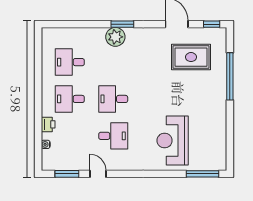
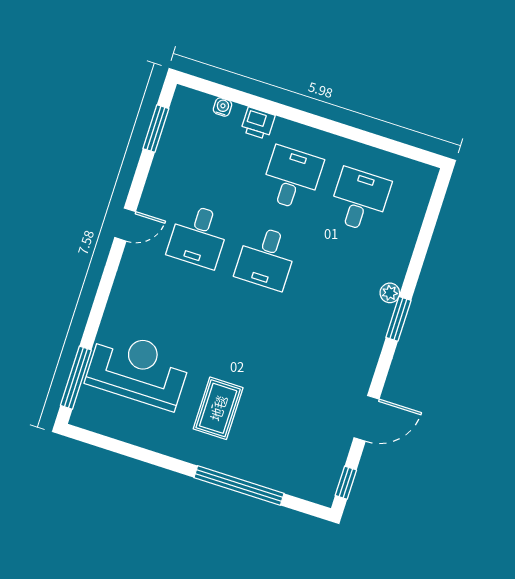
plant: (115, 37) -> (390, 293), width x0.53, depth x0.53
rug: (191, 57) -> (218, 408), moved, width x0.73, depth x0.70
desk: (113, 99) -> (266, 258), turned 180
reception desk: (173, 141) -> (138, 369), moved
door: (98, 174) -> (125, 225), moved

